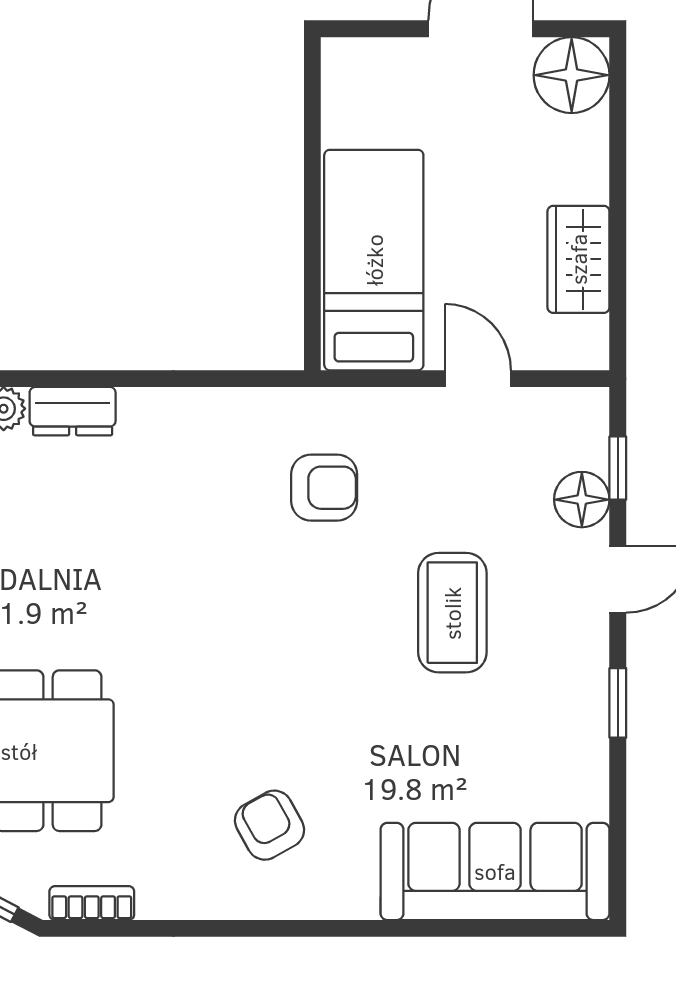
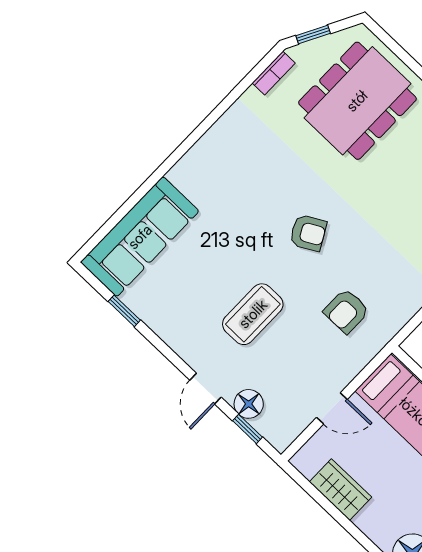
coffee table: (452, 613) -> (253, 314), turned 90
window: (618, 703) -> (124, 311), moved
armchair: (270, 825) -> (308, 233), moved

